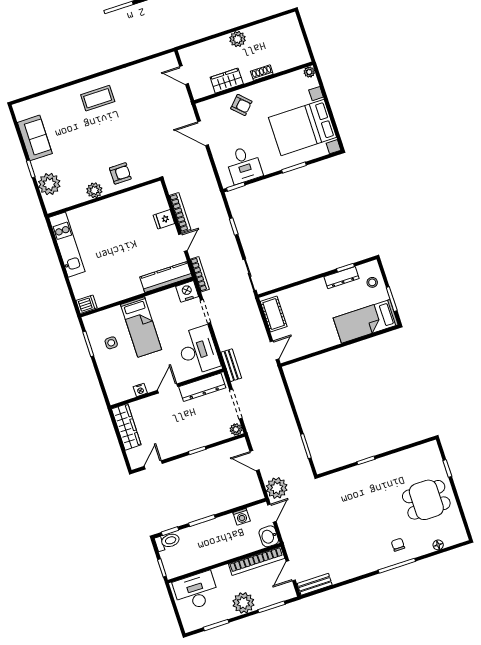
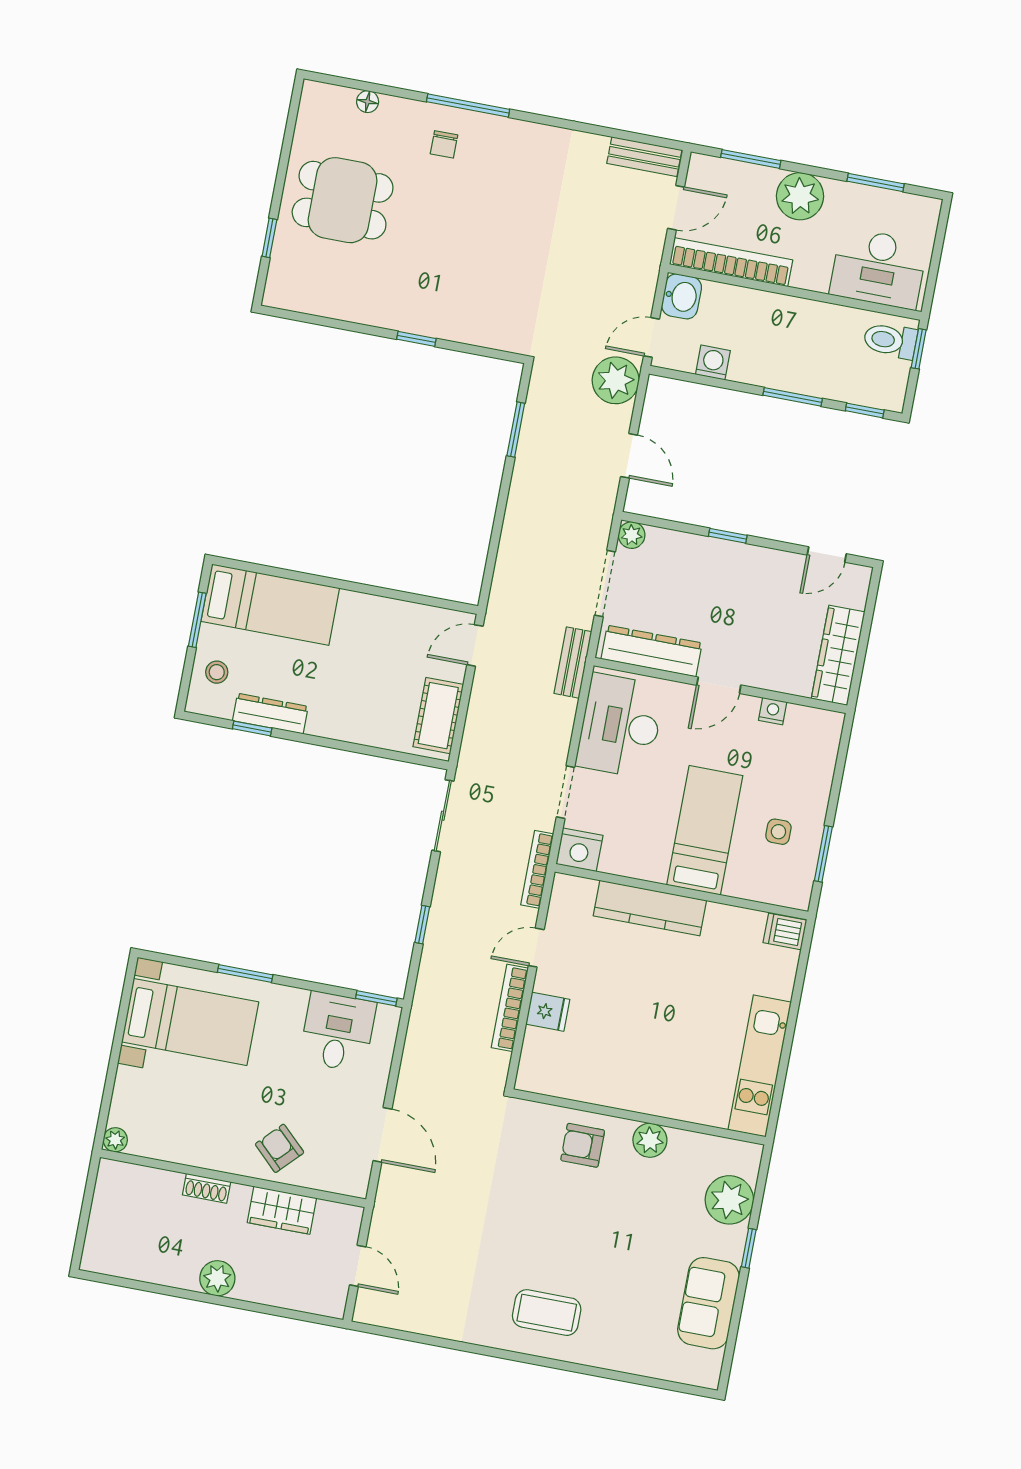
bed with nightstands: (303, 127) -> (190, 1022), width x0.73
kitchen counter: (166, 277) -> (650, 908), moved
toilet: (167, 541) -> (890, 340), moved

